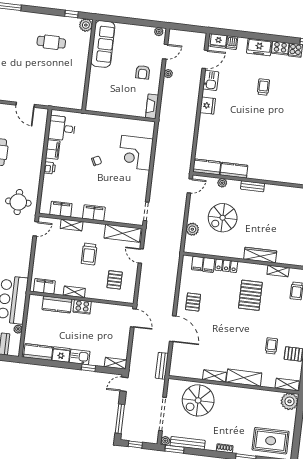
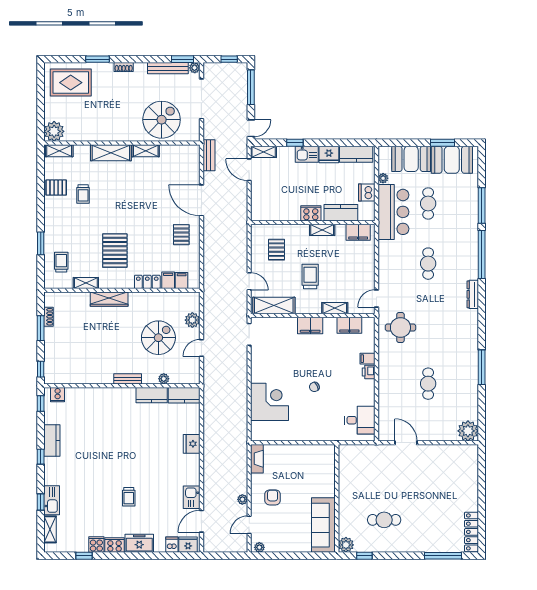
fridge: (208, 106) -> (192, 444), moved
filing cabinet: (53, 149) -> (367, 359), moved, width x0.50
door: (190, 186) -> (201, 348), moved
door: (133, 318) -> (249, 170), moved
dishwasher: (33, 319) -> (367, 192), added

